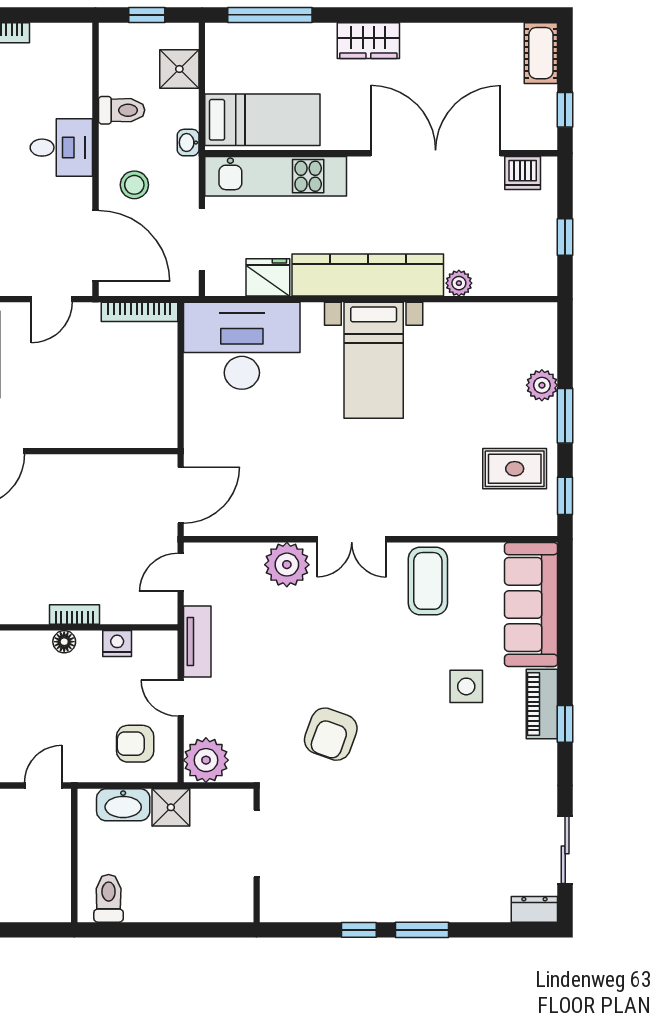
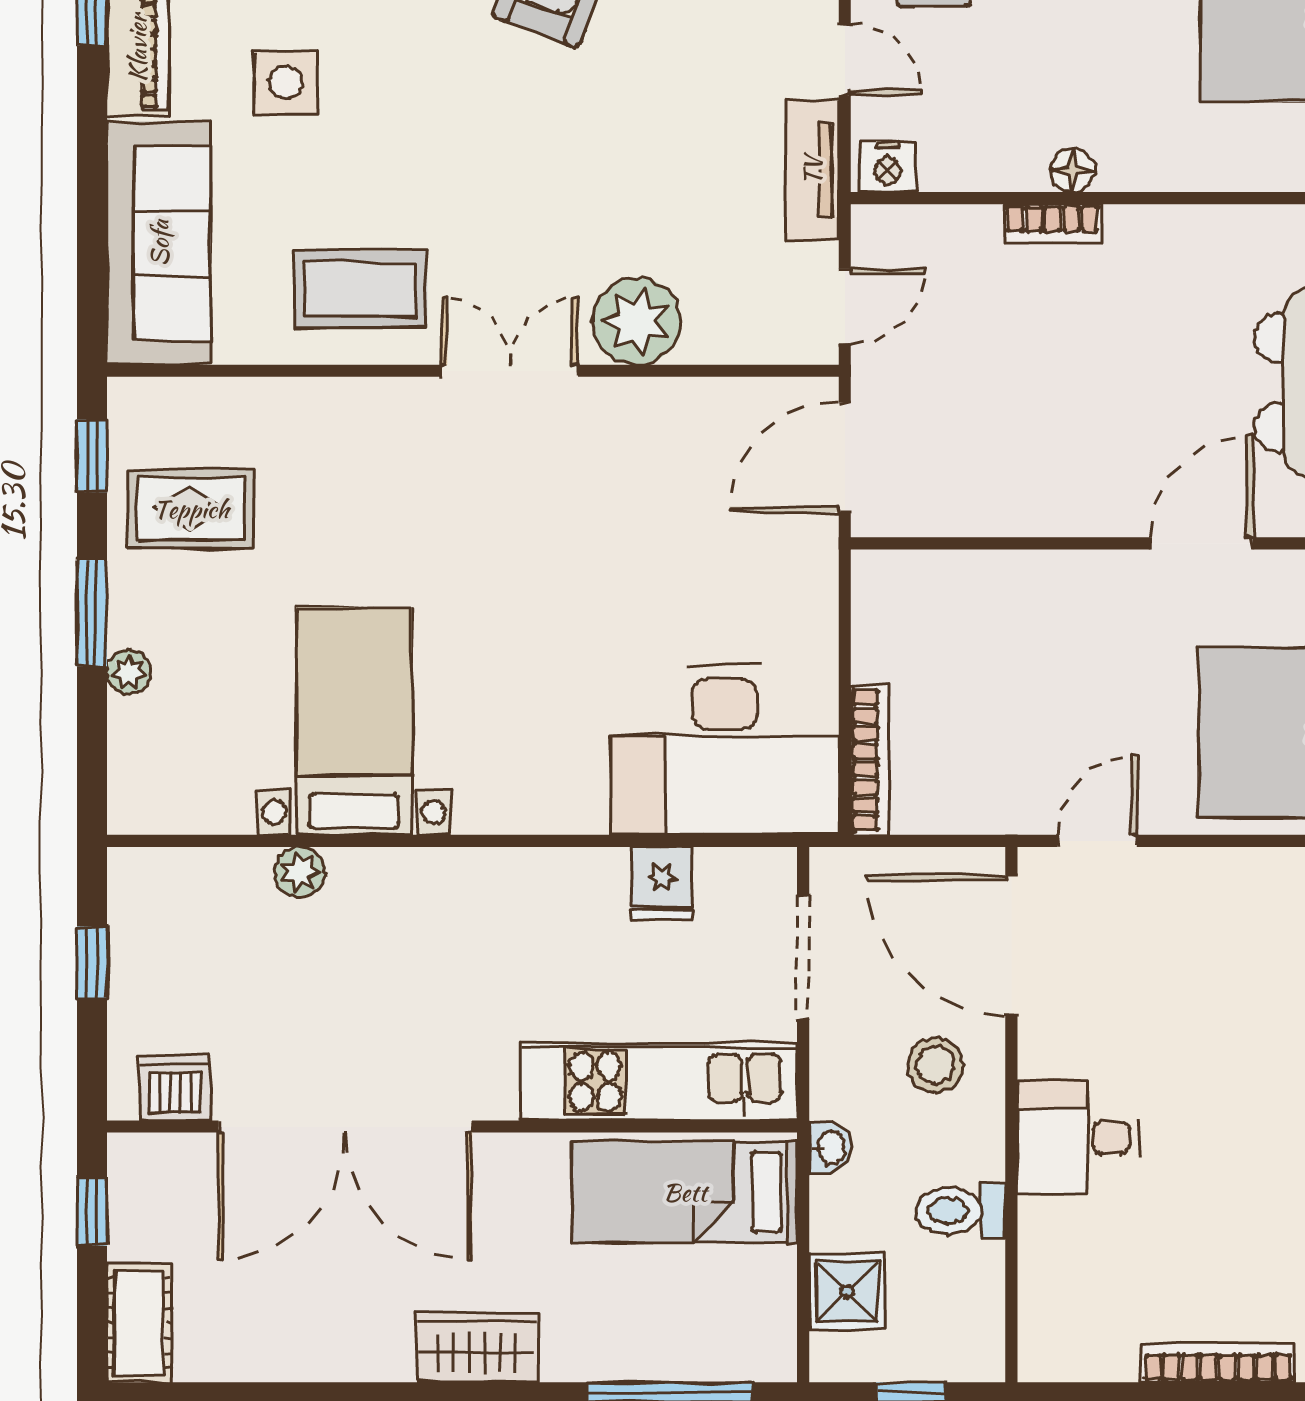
kitchen counter: (368, 275) -> (478, 888), removed
fridge: (268, 277) -> (662, 884), width x0.72
bookcase: (139, 312) -> (870, 760), moved, turned 90
bed with nightstands: (374, 360) -> (354, 721), moved
plant: (542, 385) -> (129, 672), width x0.73, depth x0.73
coffee table: (428, 581) -> (361, 289), turned 90
nightstand: (117, 644) -> (888, 167), moved

